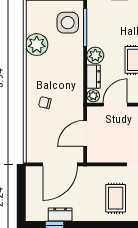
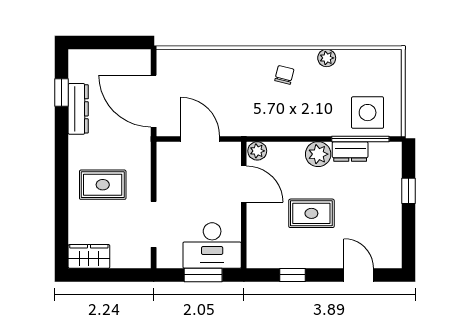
plant: (37, 45) -> (327, 58), width x0.53, depth x0.53
dresser: (94, 77) -> (350, 152), moved
chair: (45, 103) -> (284, 75), moved
dresser: (60, 214) -> (78, 109), width x1.44

